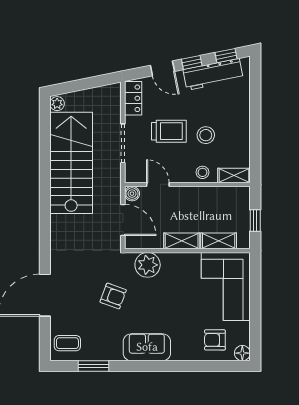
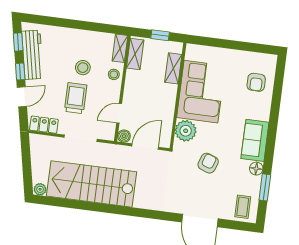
shelving: (182, 241) -> (135, 54), moved
corner sofa: (226, 287) -> (201, 92), moved, turned -90
floor lamp: (242, 353) -> (256, 169), moved

